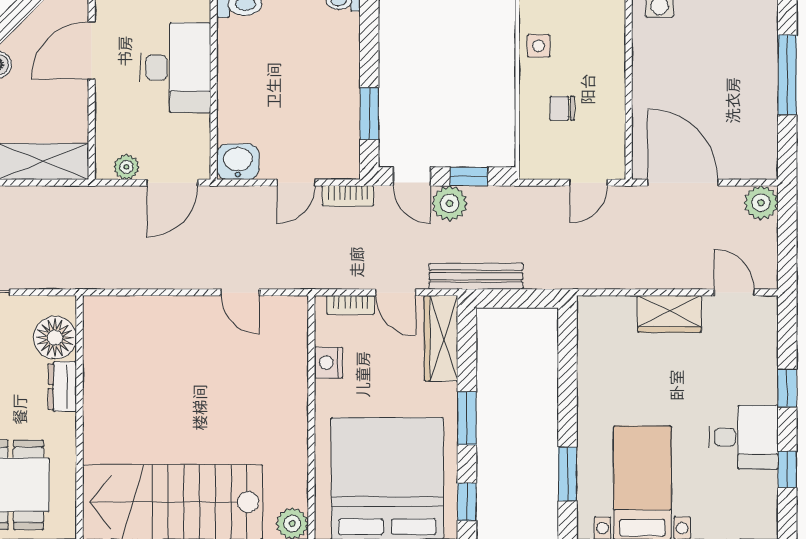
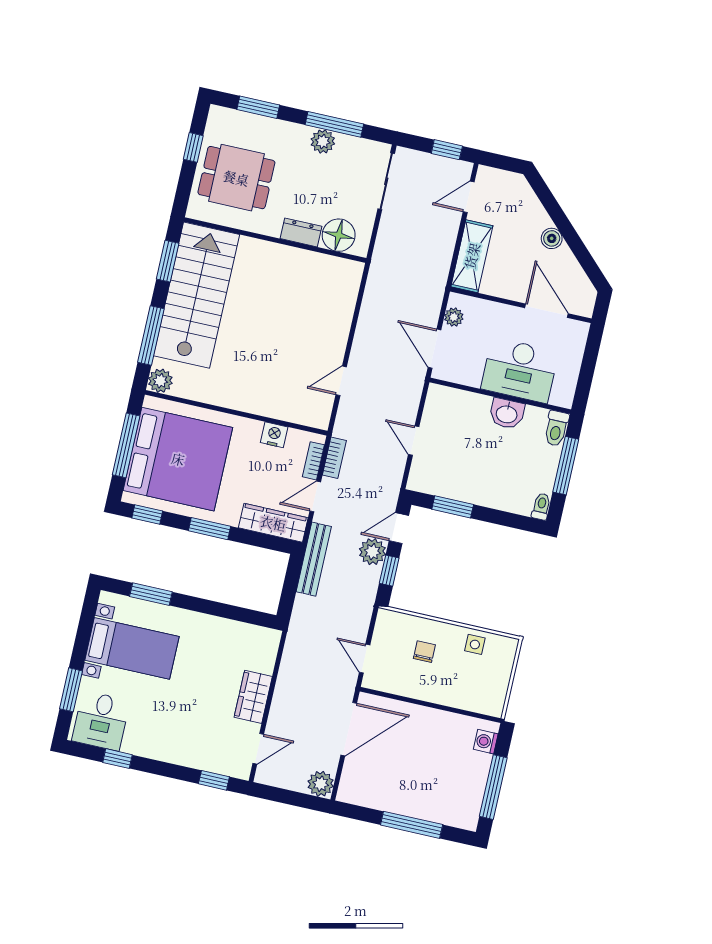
washbasin: (238, 162) -> (507, 414), moved, turned 90
bookcase: (348, 196) -> (334, 458), moved, turned 180
window: (787, 388) -> (214, 780), moved
desk: (744, 437) -> (101, 721), moved

